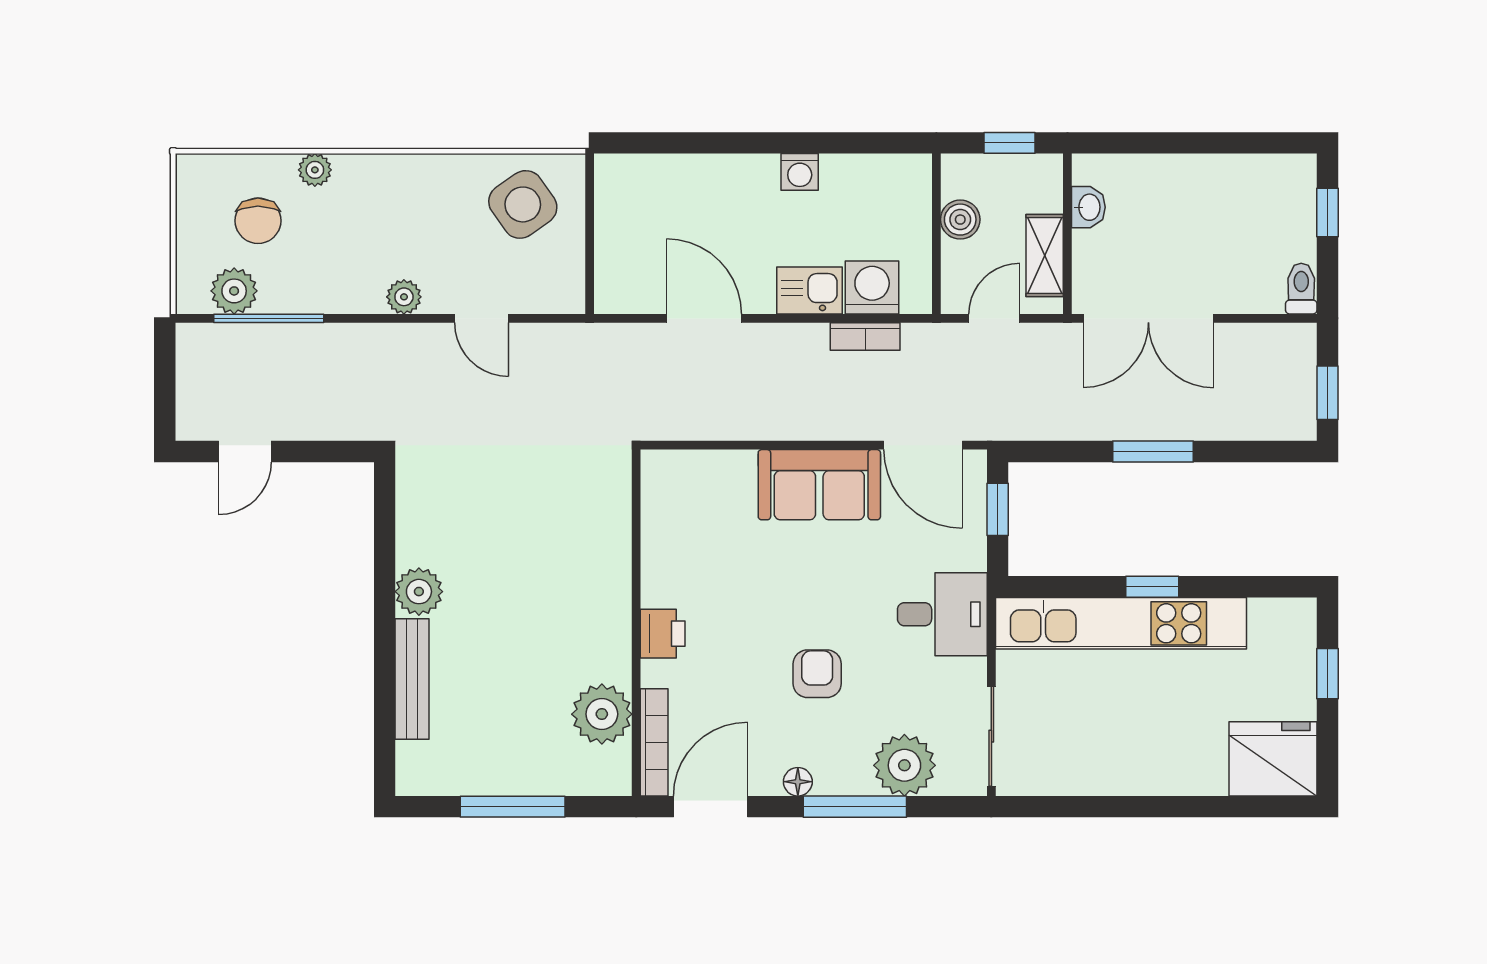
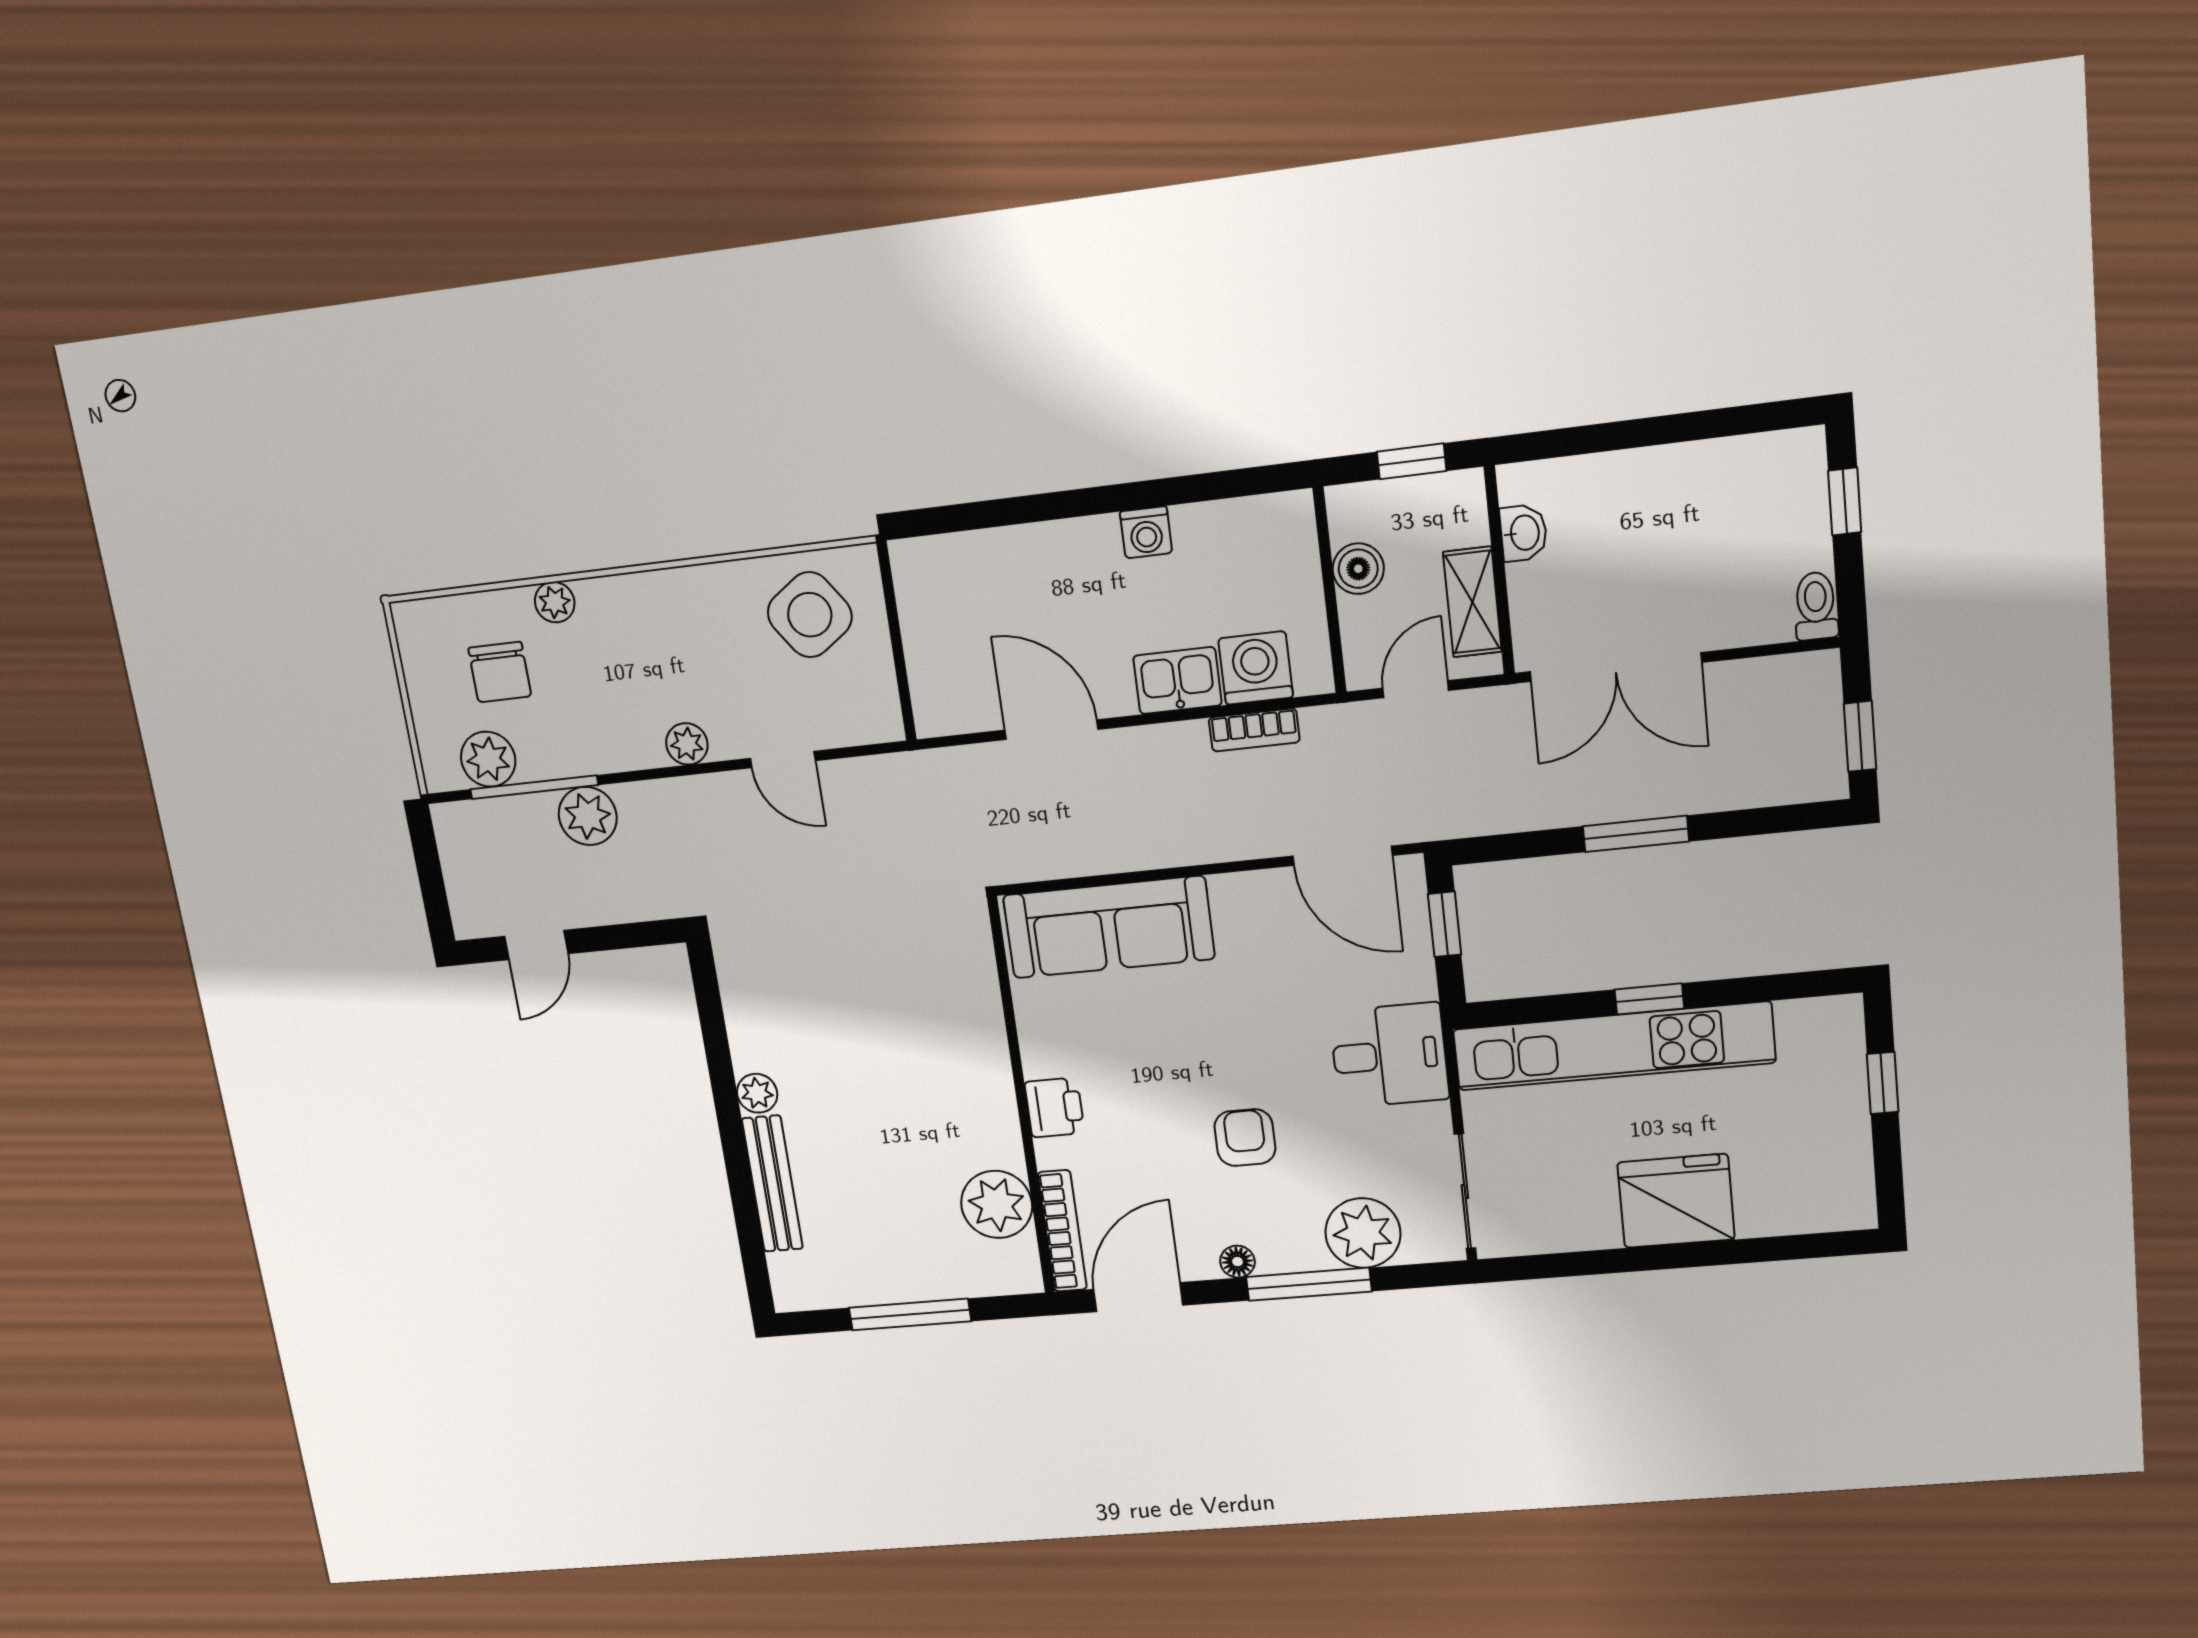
plant: (310, 347) -> (588, 816), added
sofa: (819, 485) -> (1109, 927), moved, width x1.36
plant: (419, 592) -> (757, 1093), width x0.73, depth x0.73
fridge: (1273, 759) -> (1676, 1201), moved

